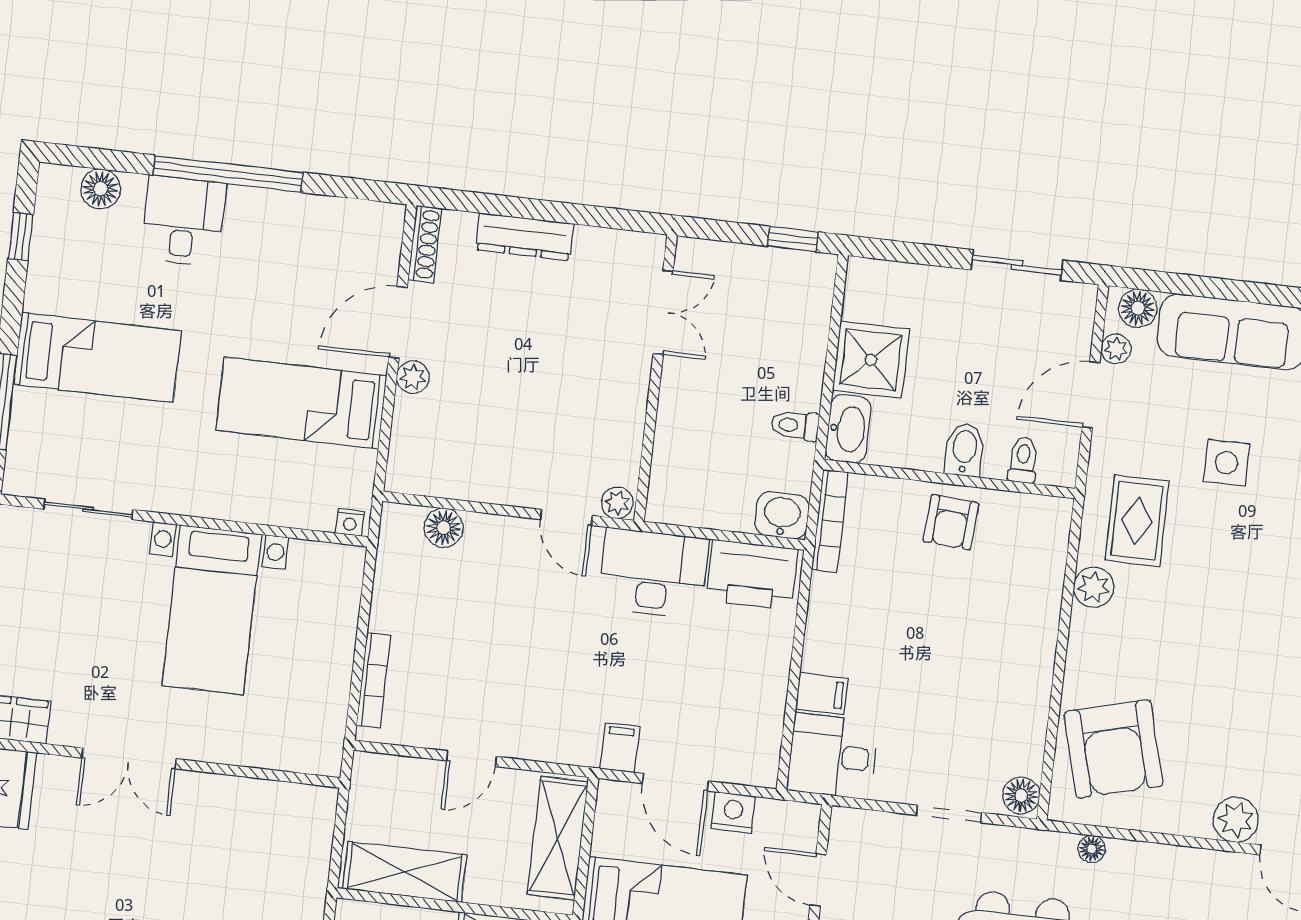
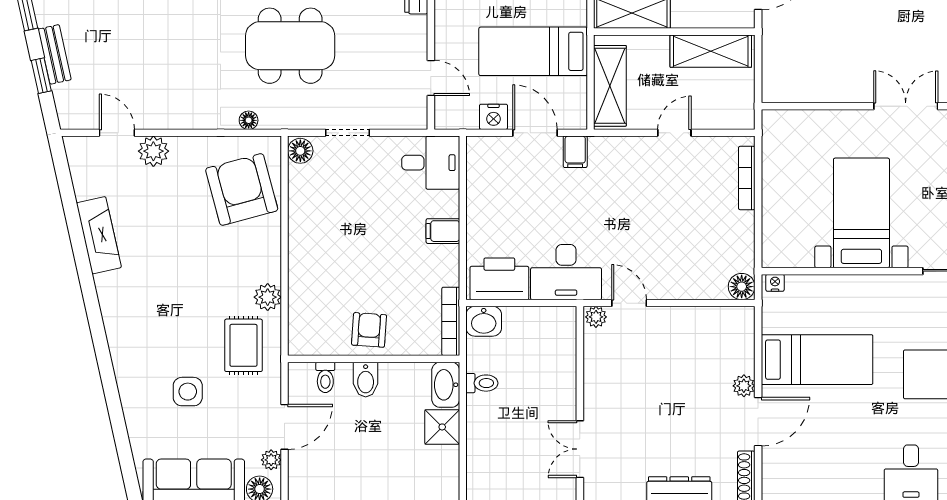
shower: (871, 360) -> (442, 427), width x0.73, depth x0.73
floor lamp: (444, 528) -> (742, 287), moved
filing cabinet: (822, 694) -> (443, 231), moved

